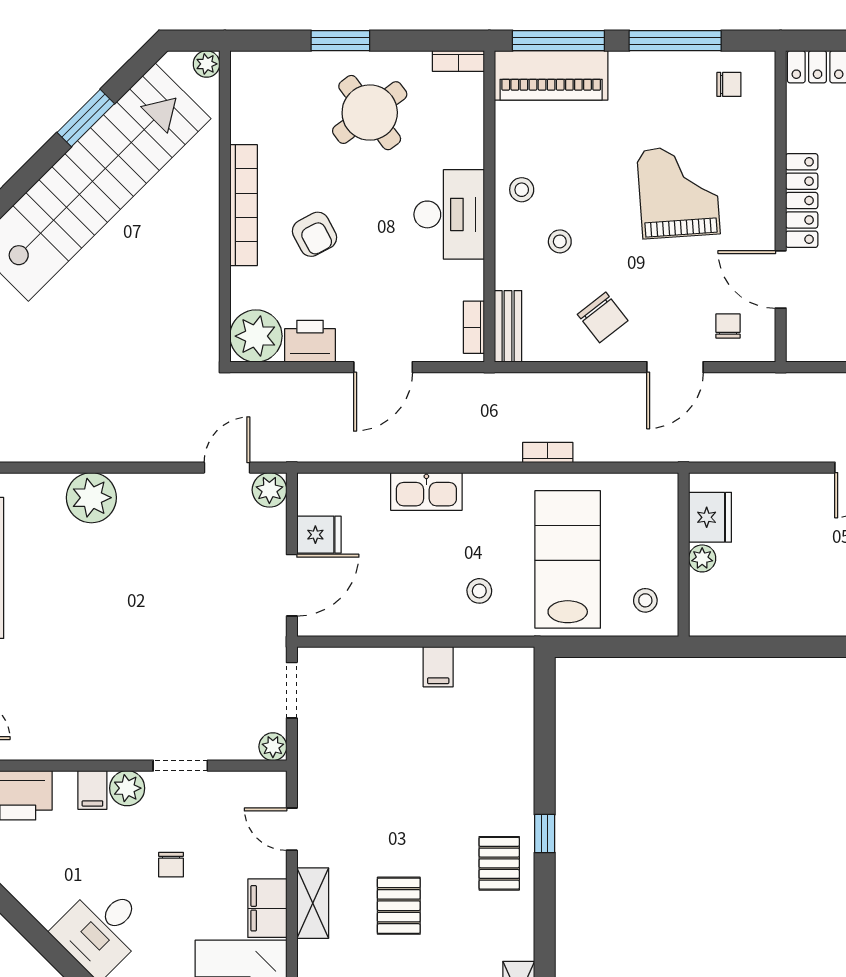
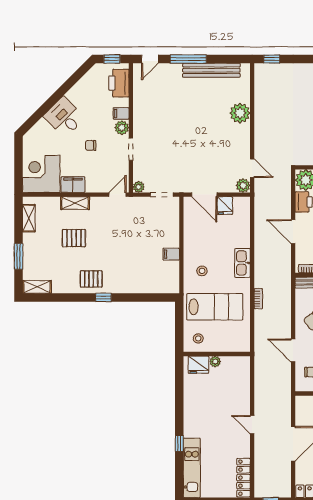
kitchen sink: (426, 491) -> (242, 263), moved
fridge: (710, 517) -> (199, 365), moved
door: (292, 829) -> (117, 195), moved

